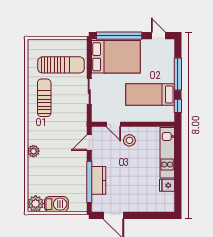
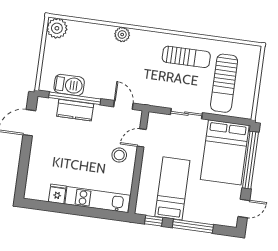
barbecue: (56, 204) -> (69, 85), moved, turned -90

